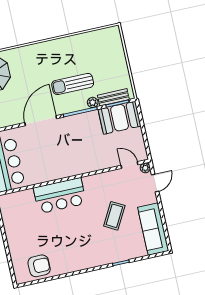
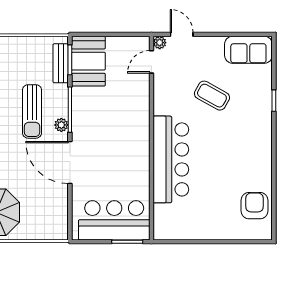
plant: (93, 102) -> (61, 125), moved
bar counter: (60, 196) -> (171, 159), width x1.36
sofa: (153, 229) -> (248, 50), width x0.73

